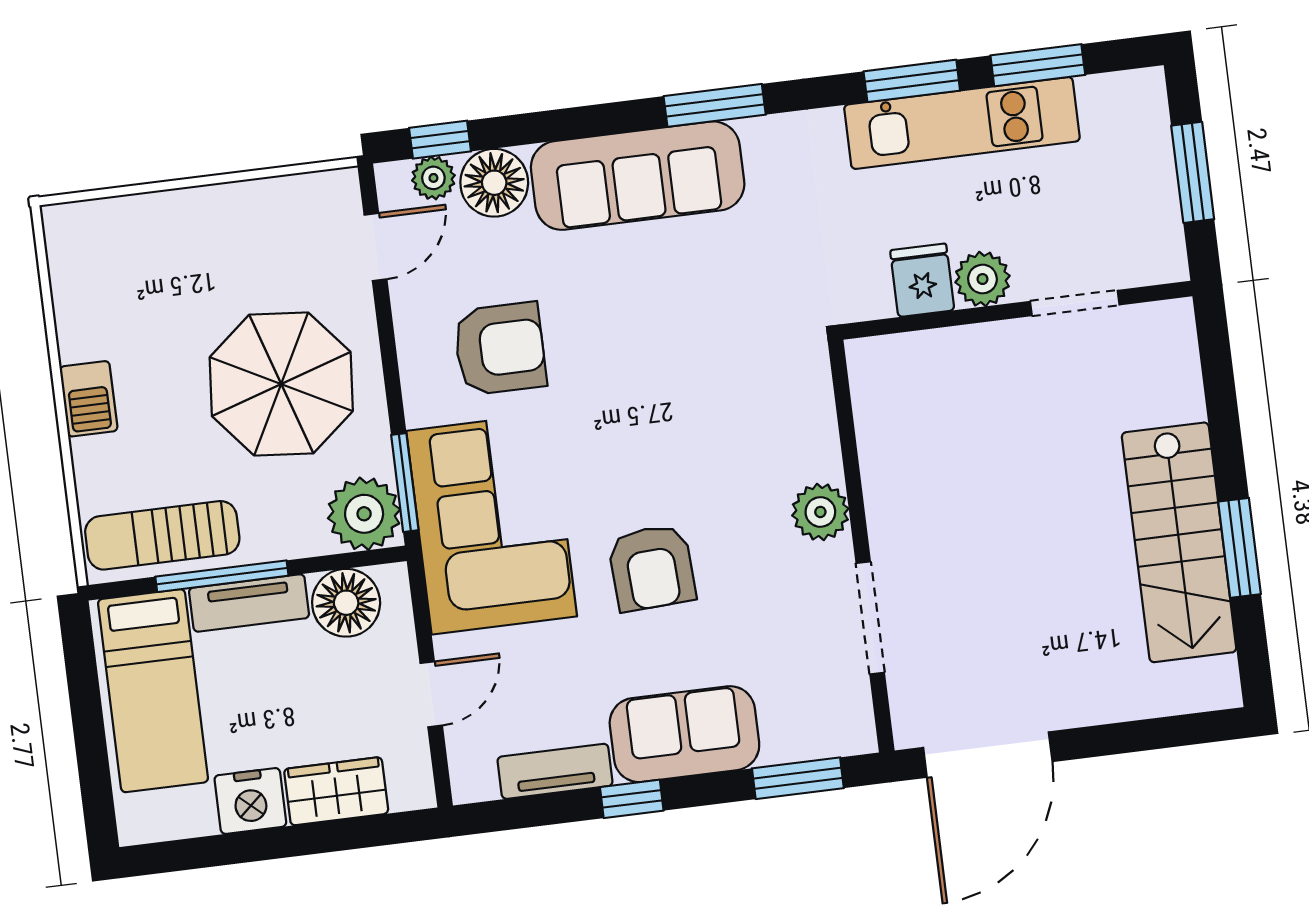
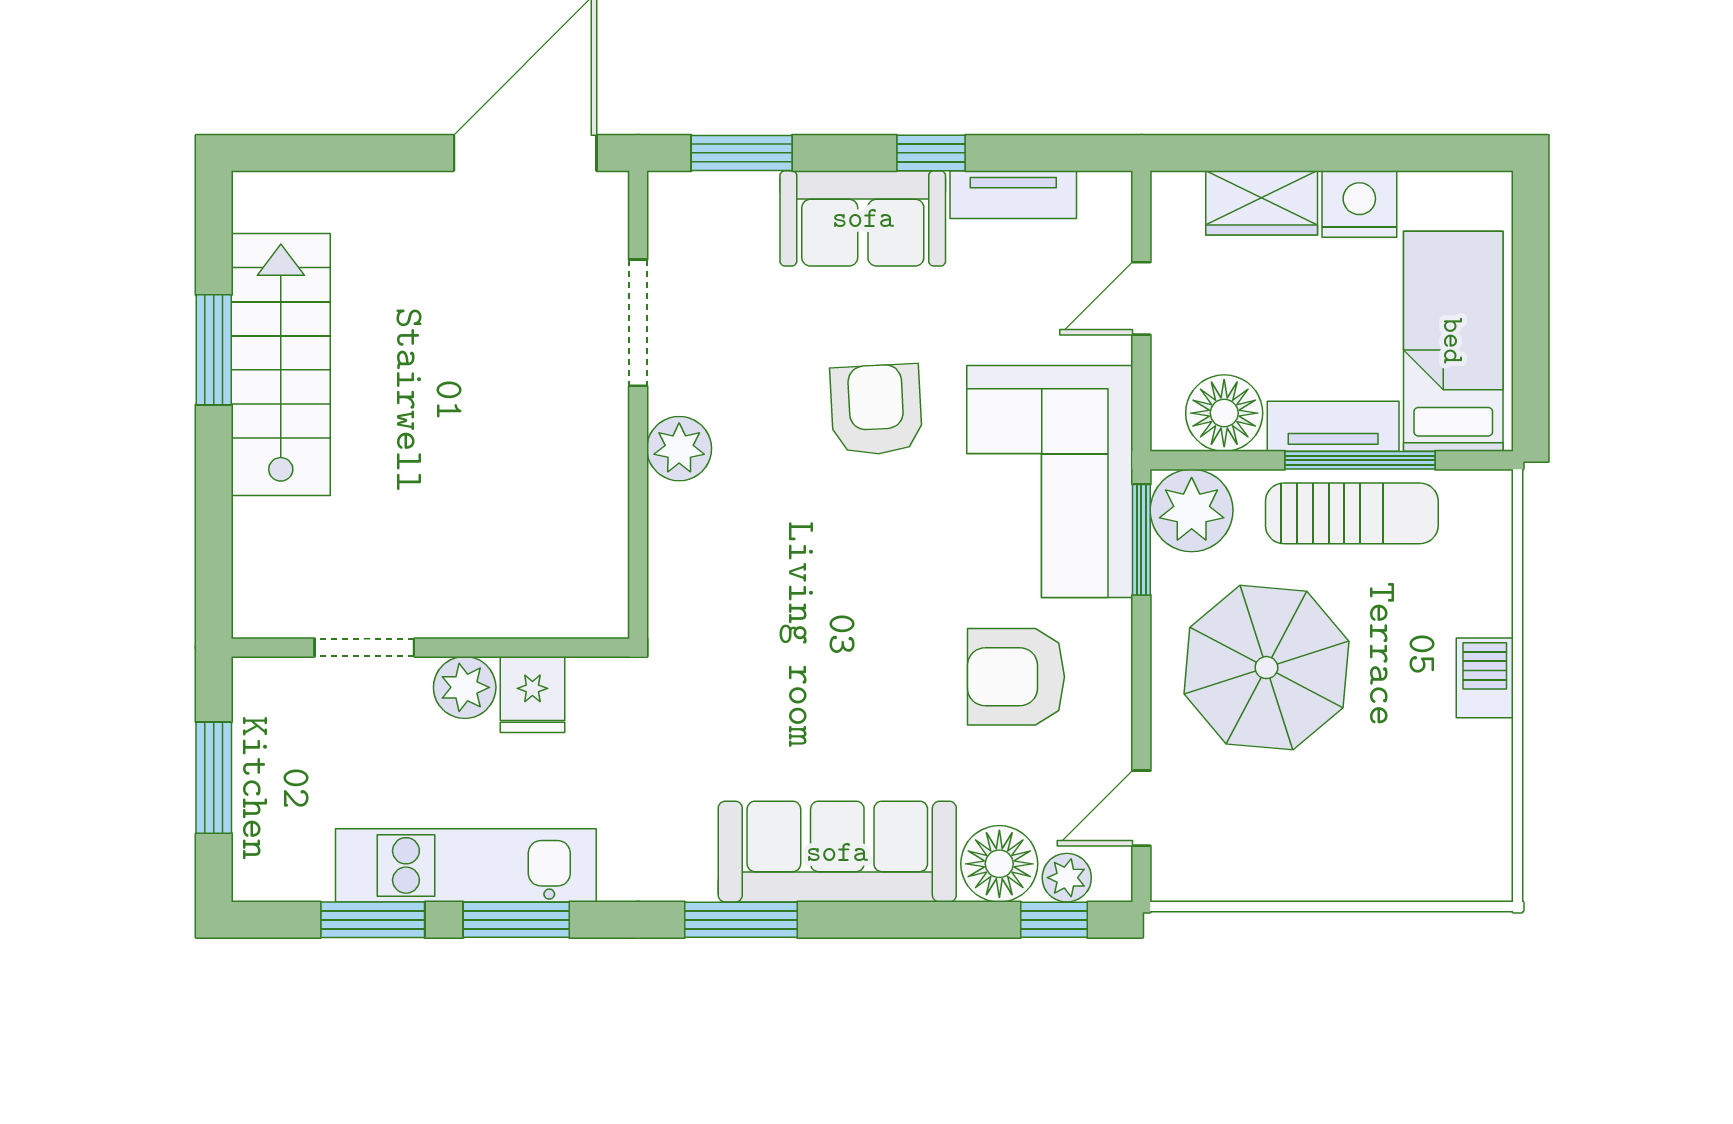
sun lounger: (162, 535) -> (1352, 513), moved

